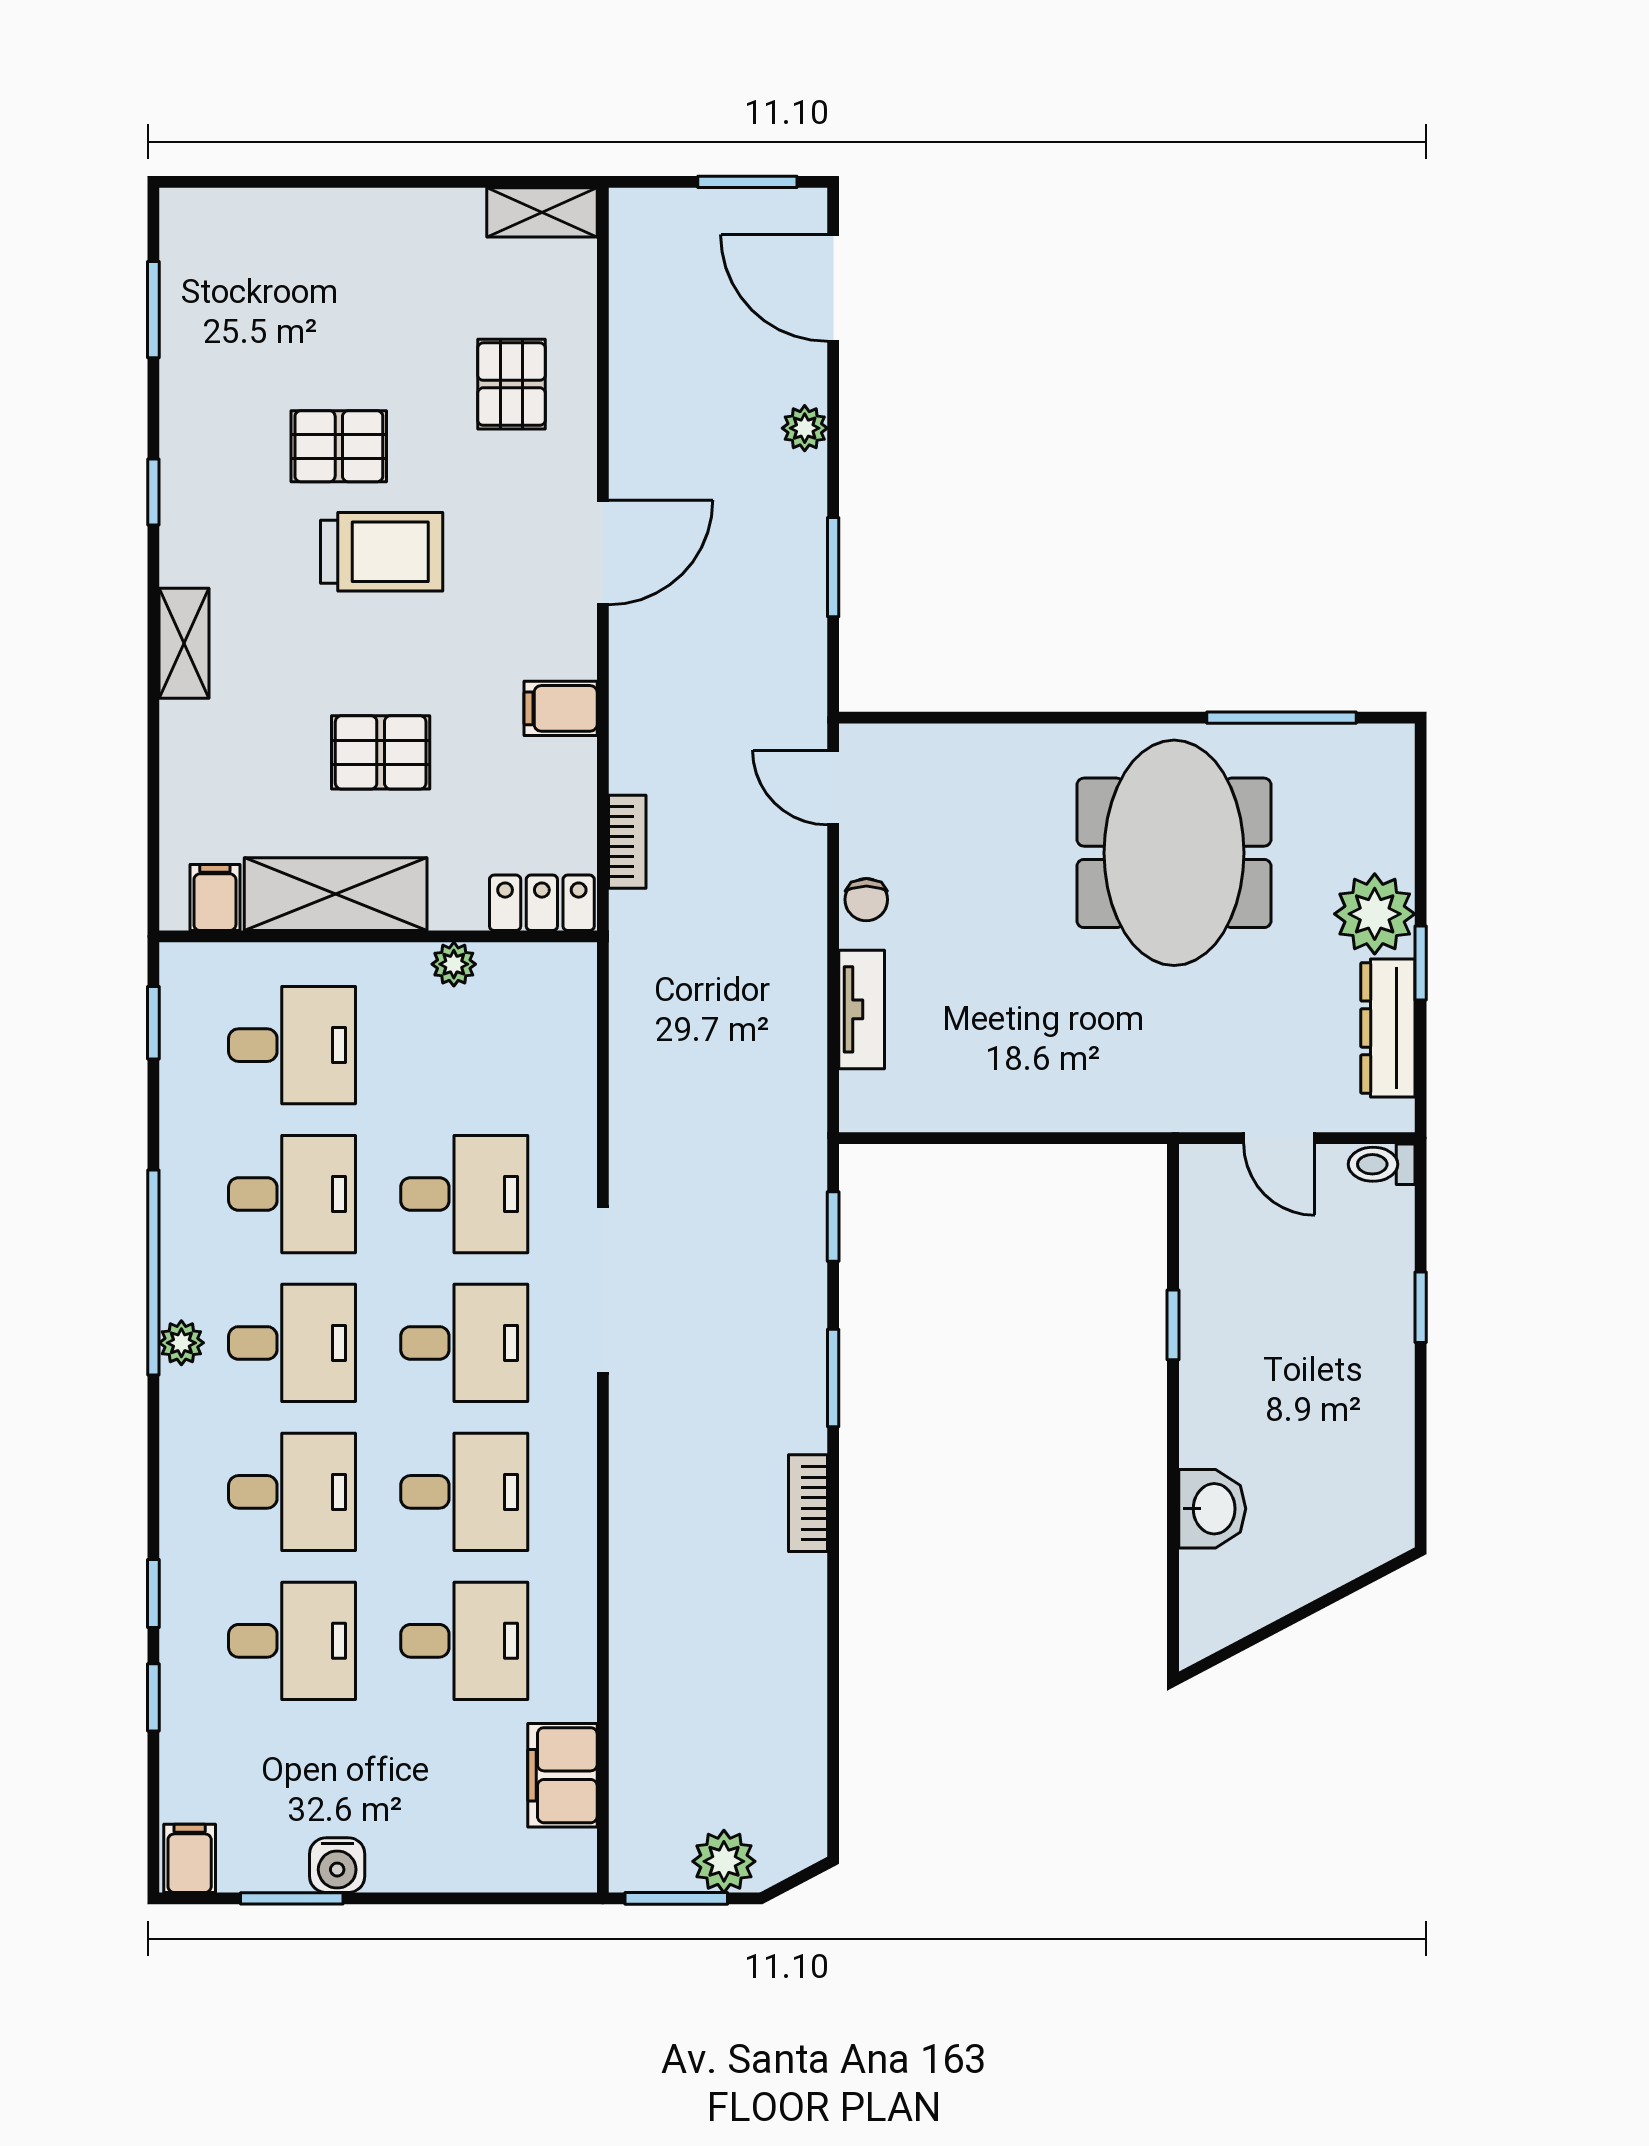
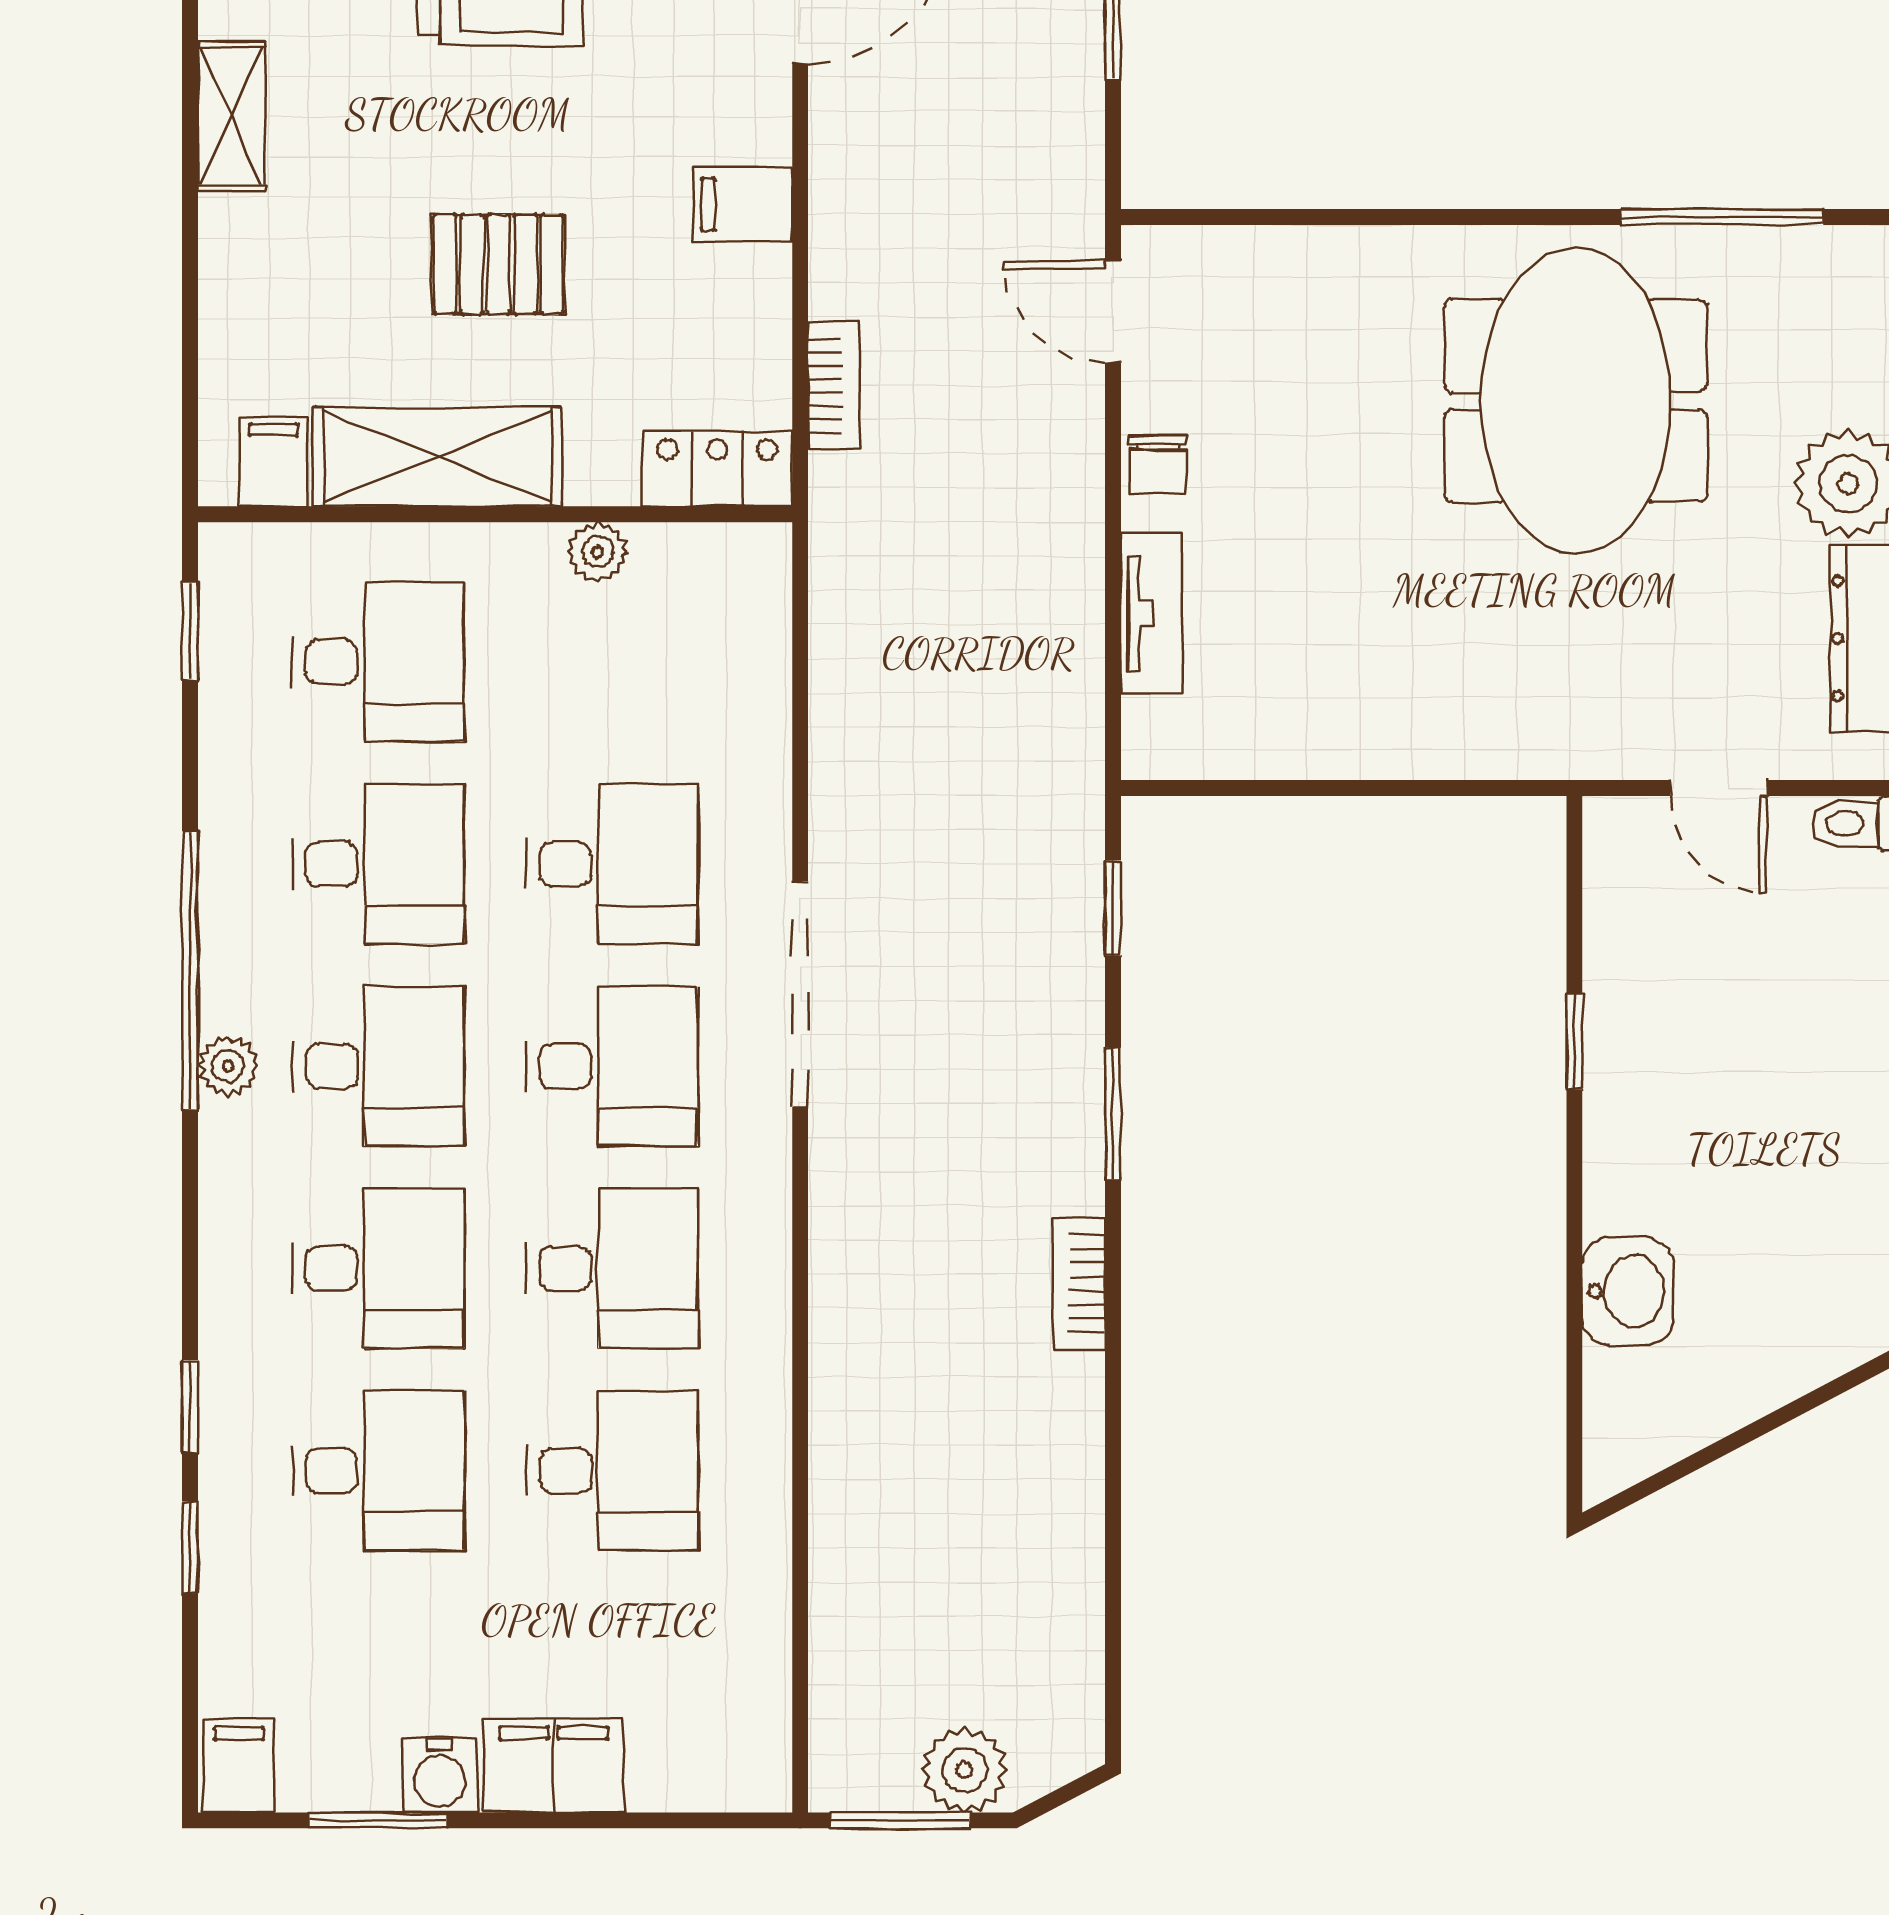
filing cabinet: (562, 1775) -> (553, 1766), moved, turned 90

